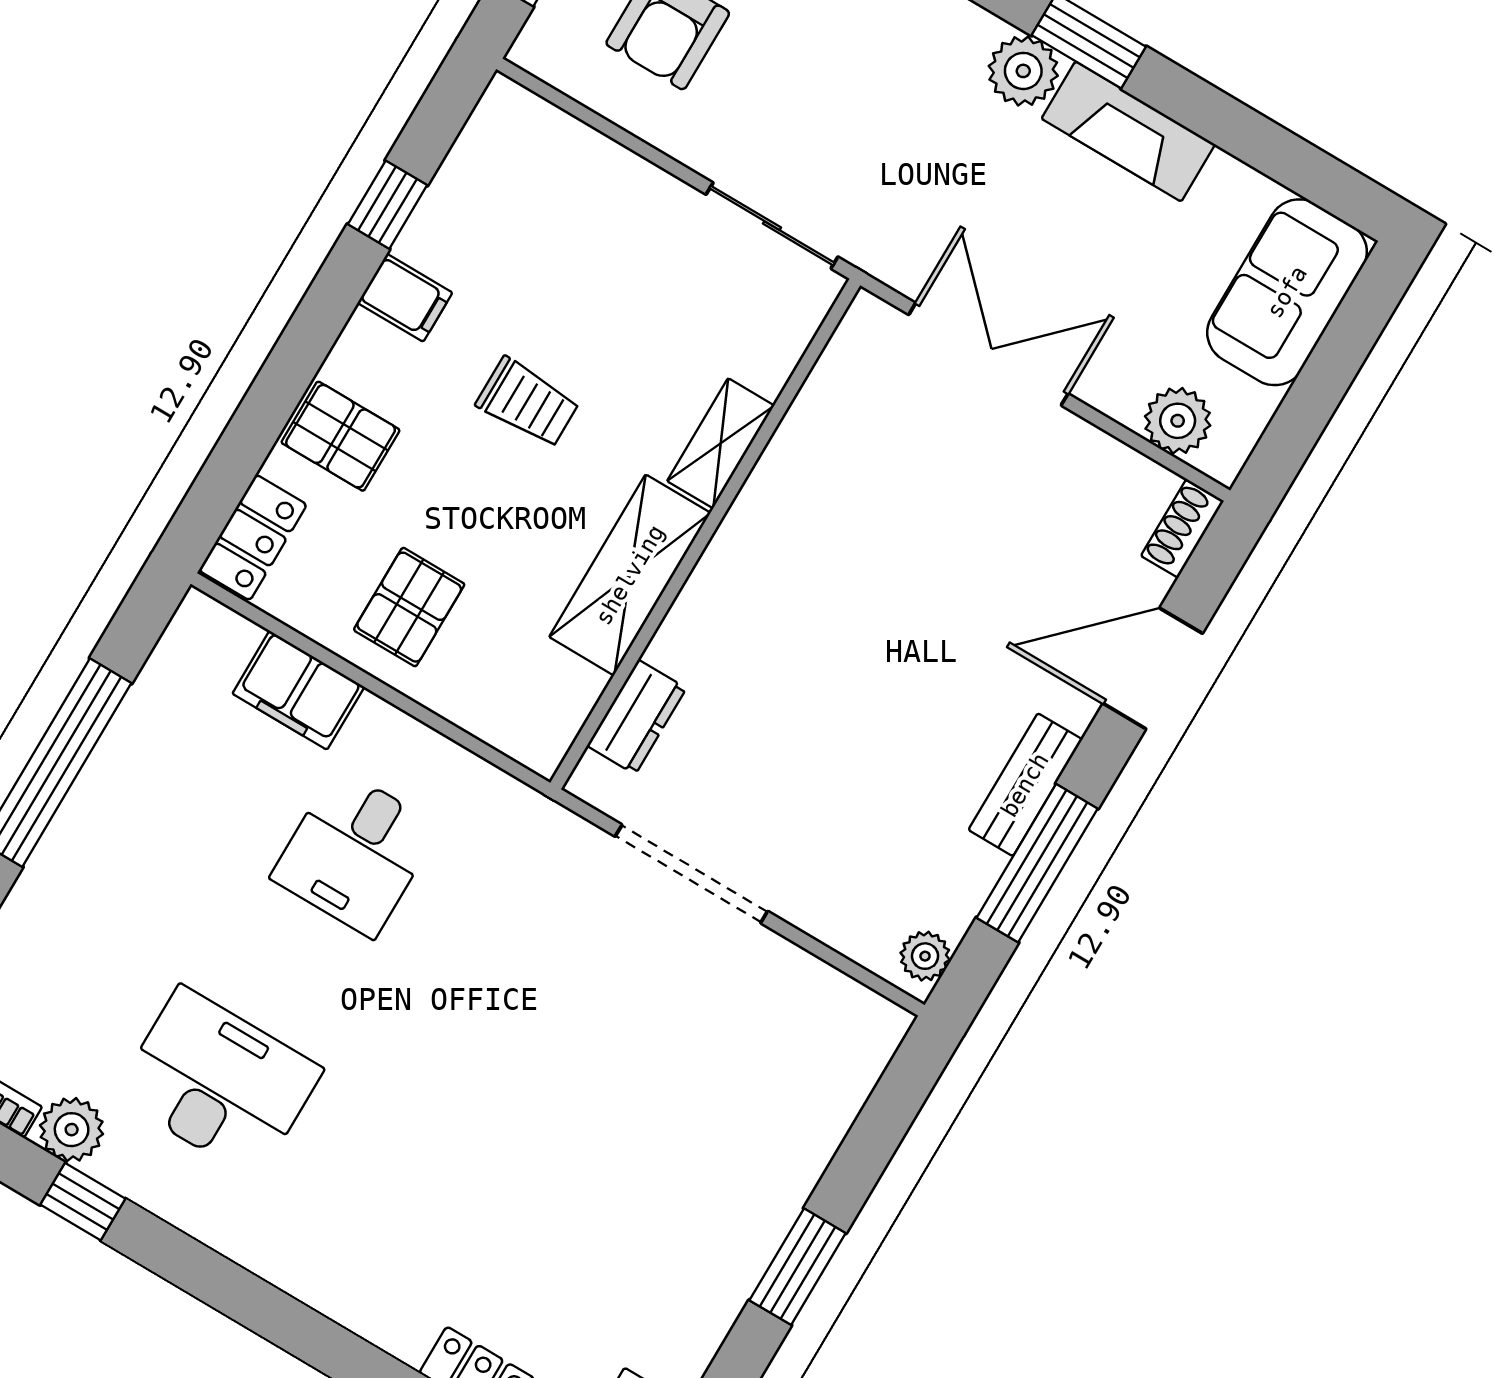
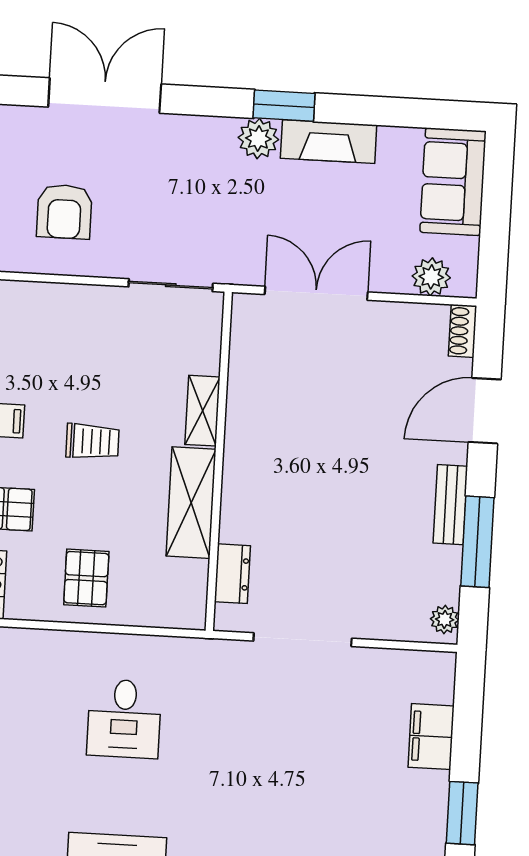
filing cabinet: (298, 690) -> (431, 737), moved, turned 90

